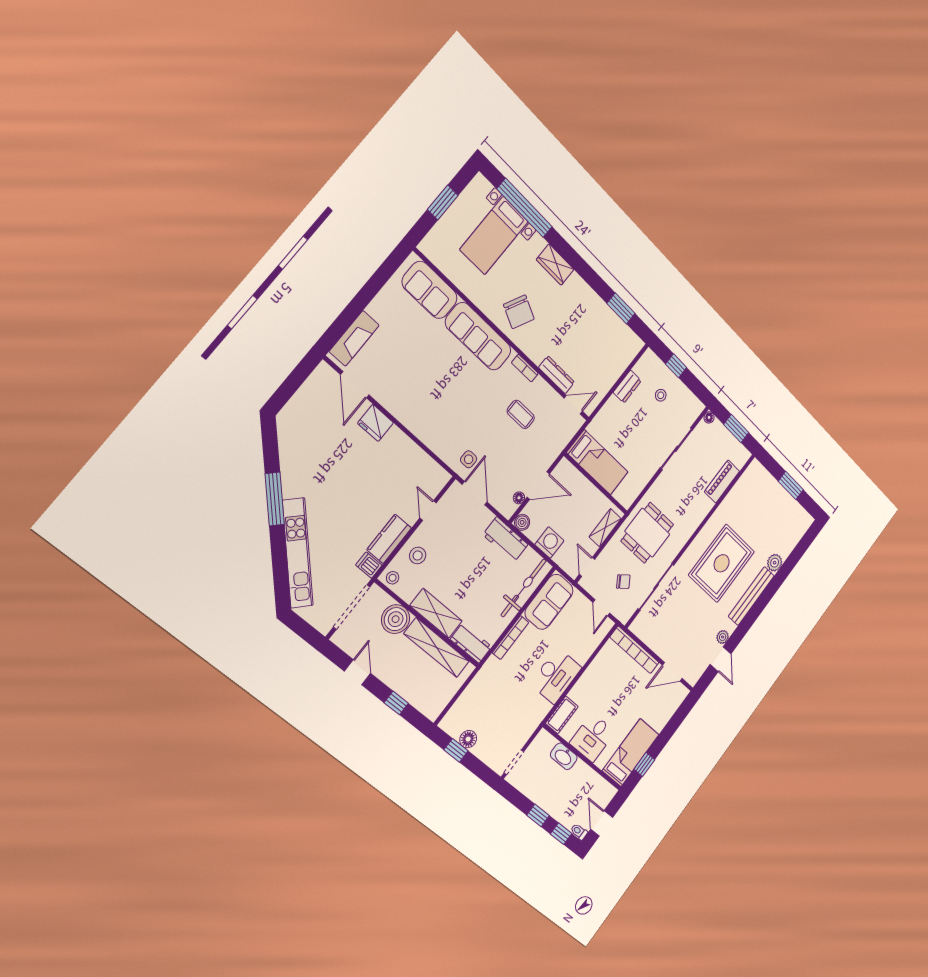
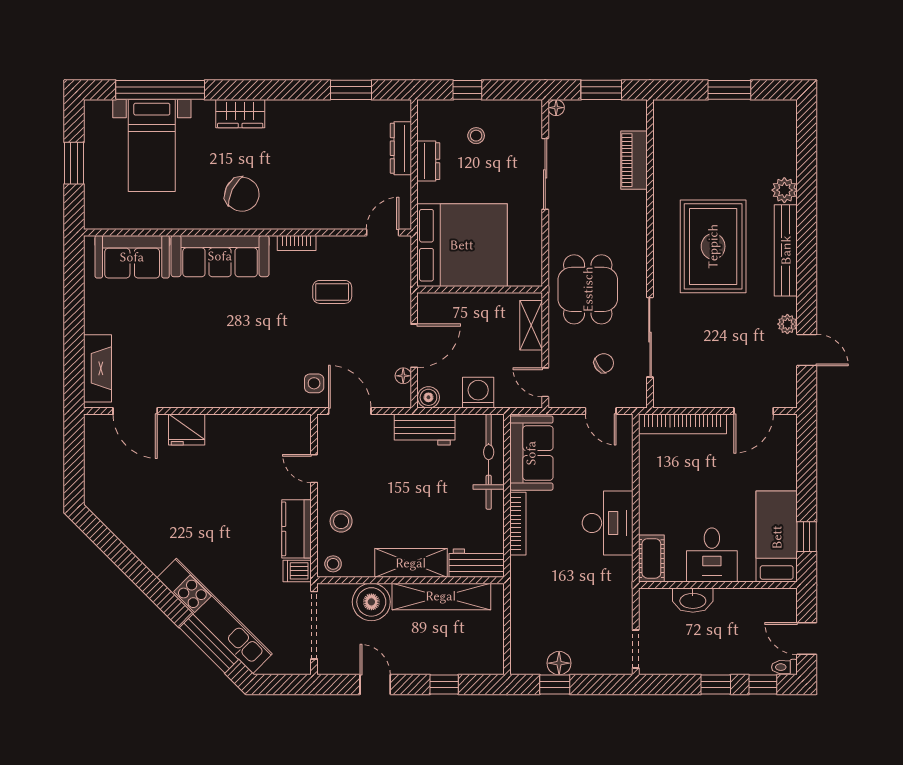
dresser: (557, 375) -> (401, 148), moved, turned -90
bed: (597, 462) -> (462, 245), width x2.04
window: (275, 499) -> (209, 644), moved

